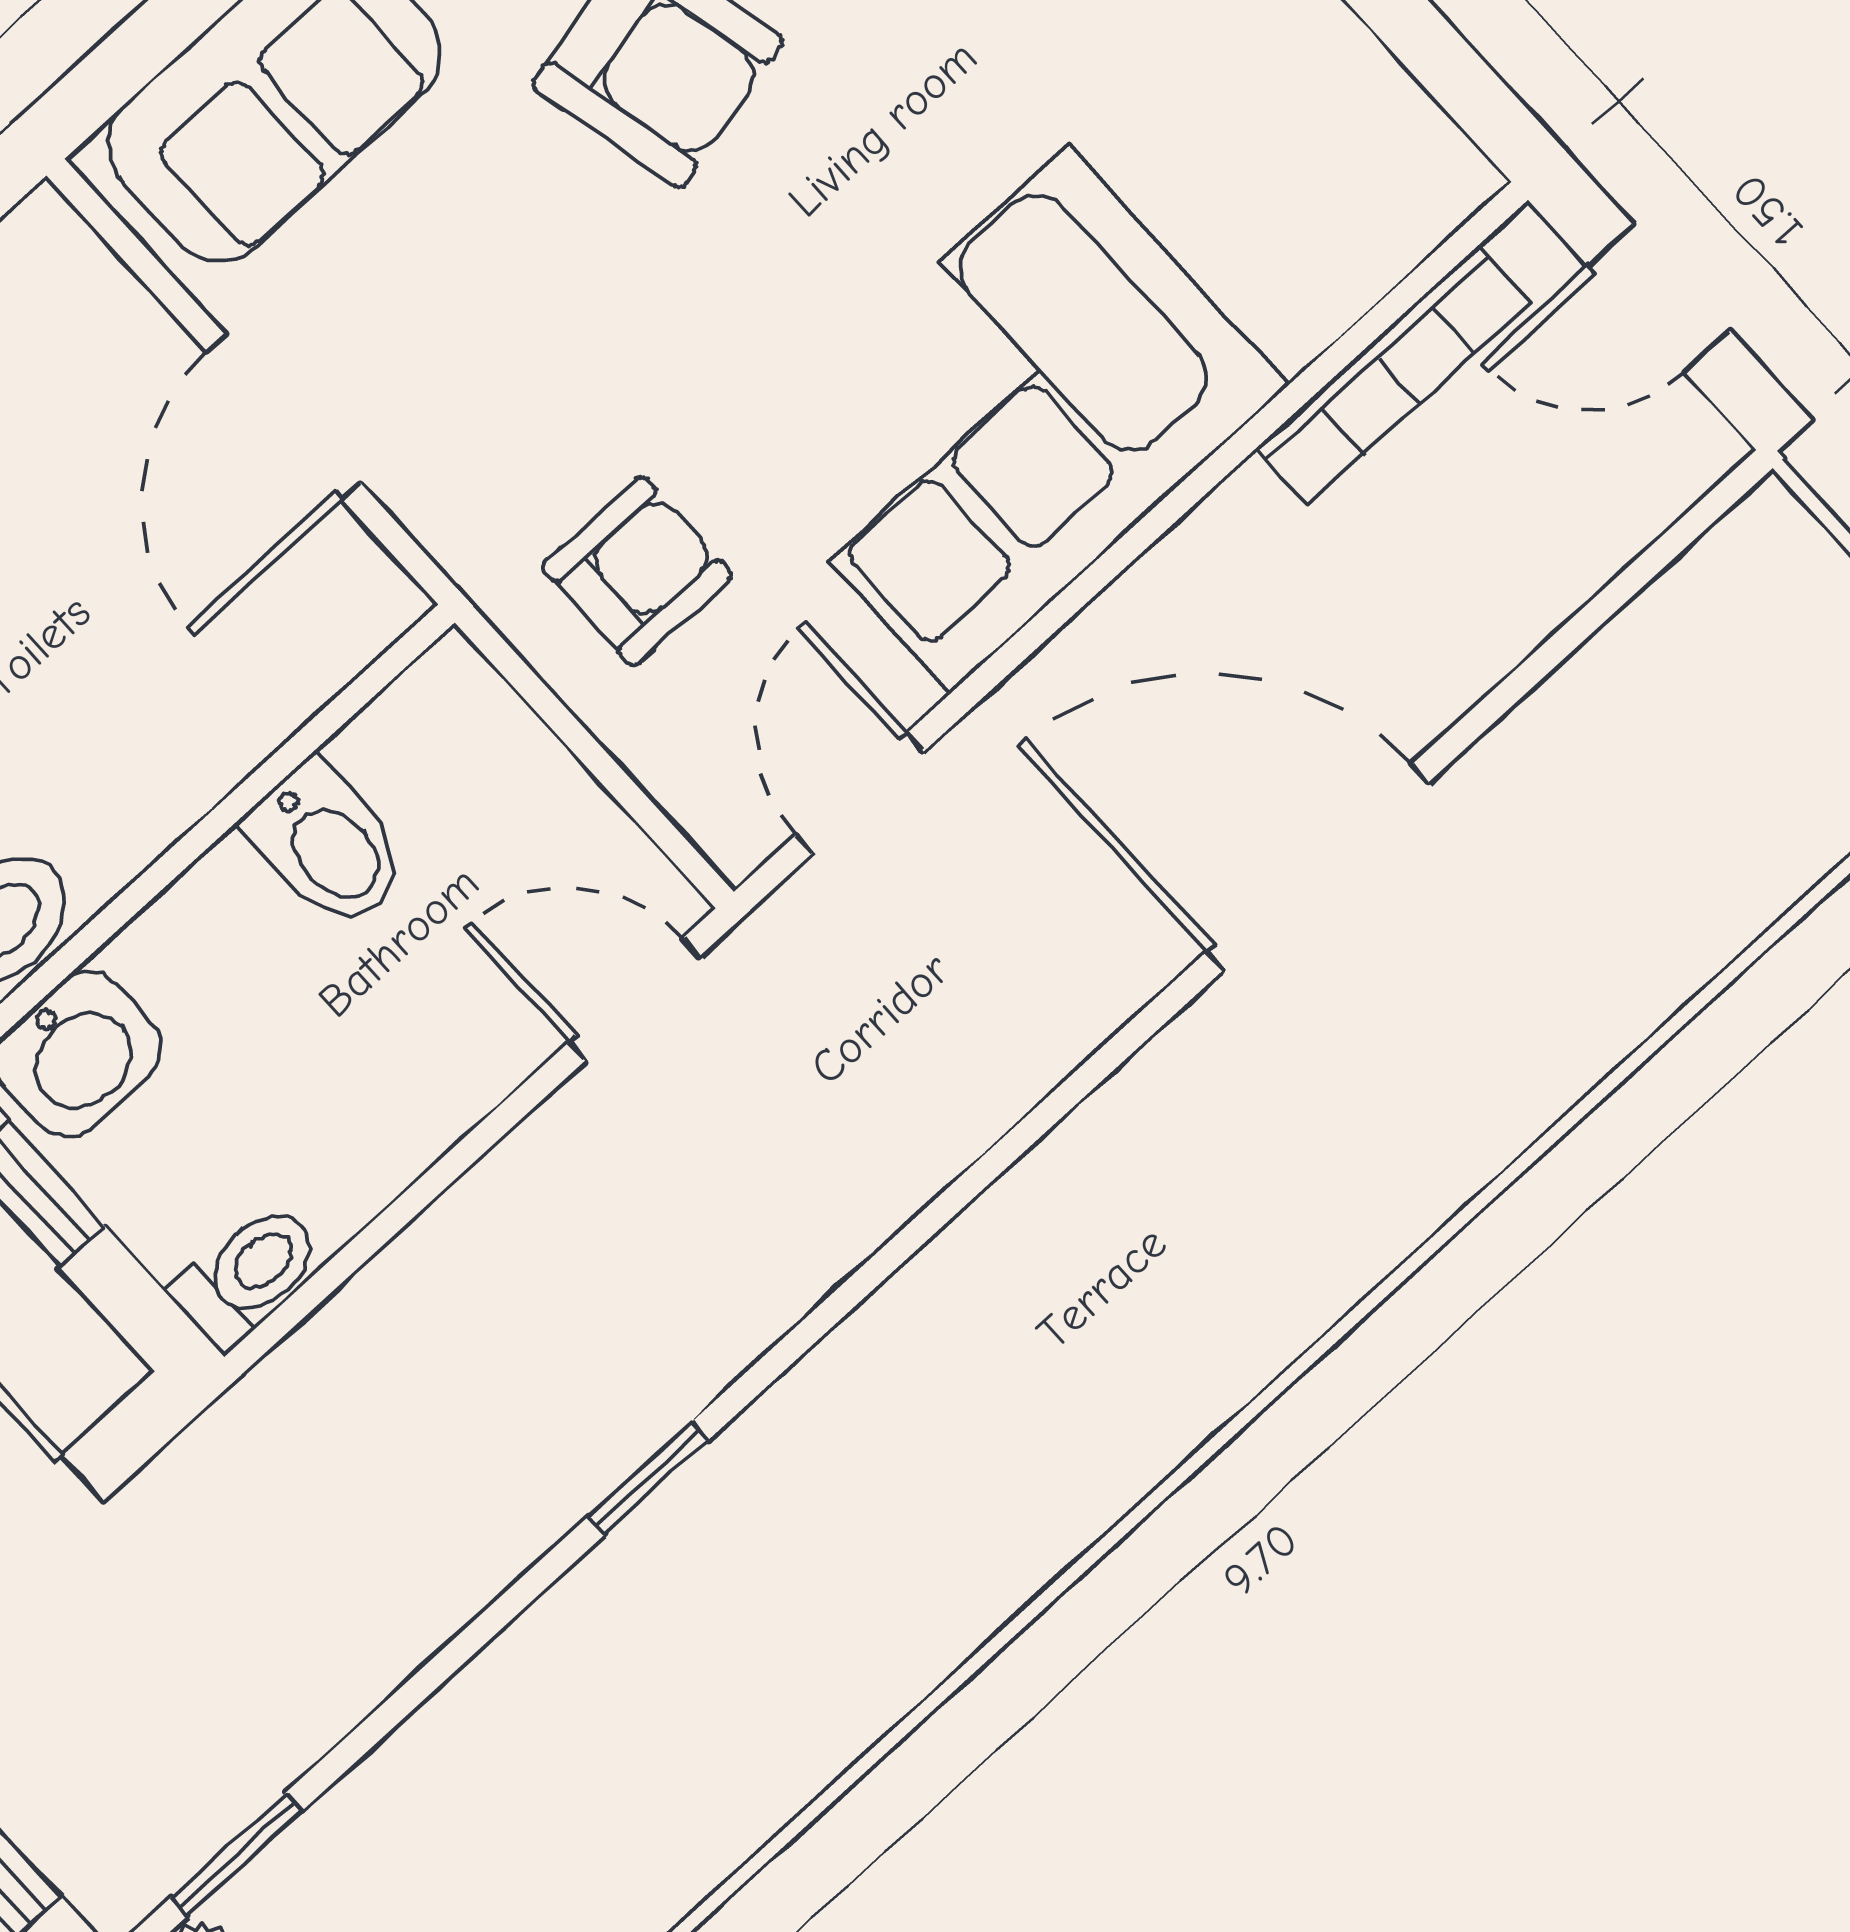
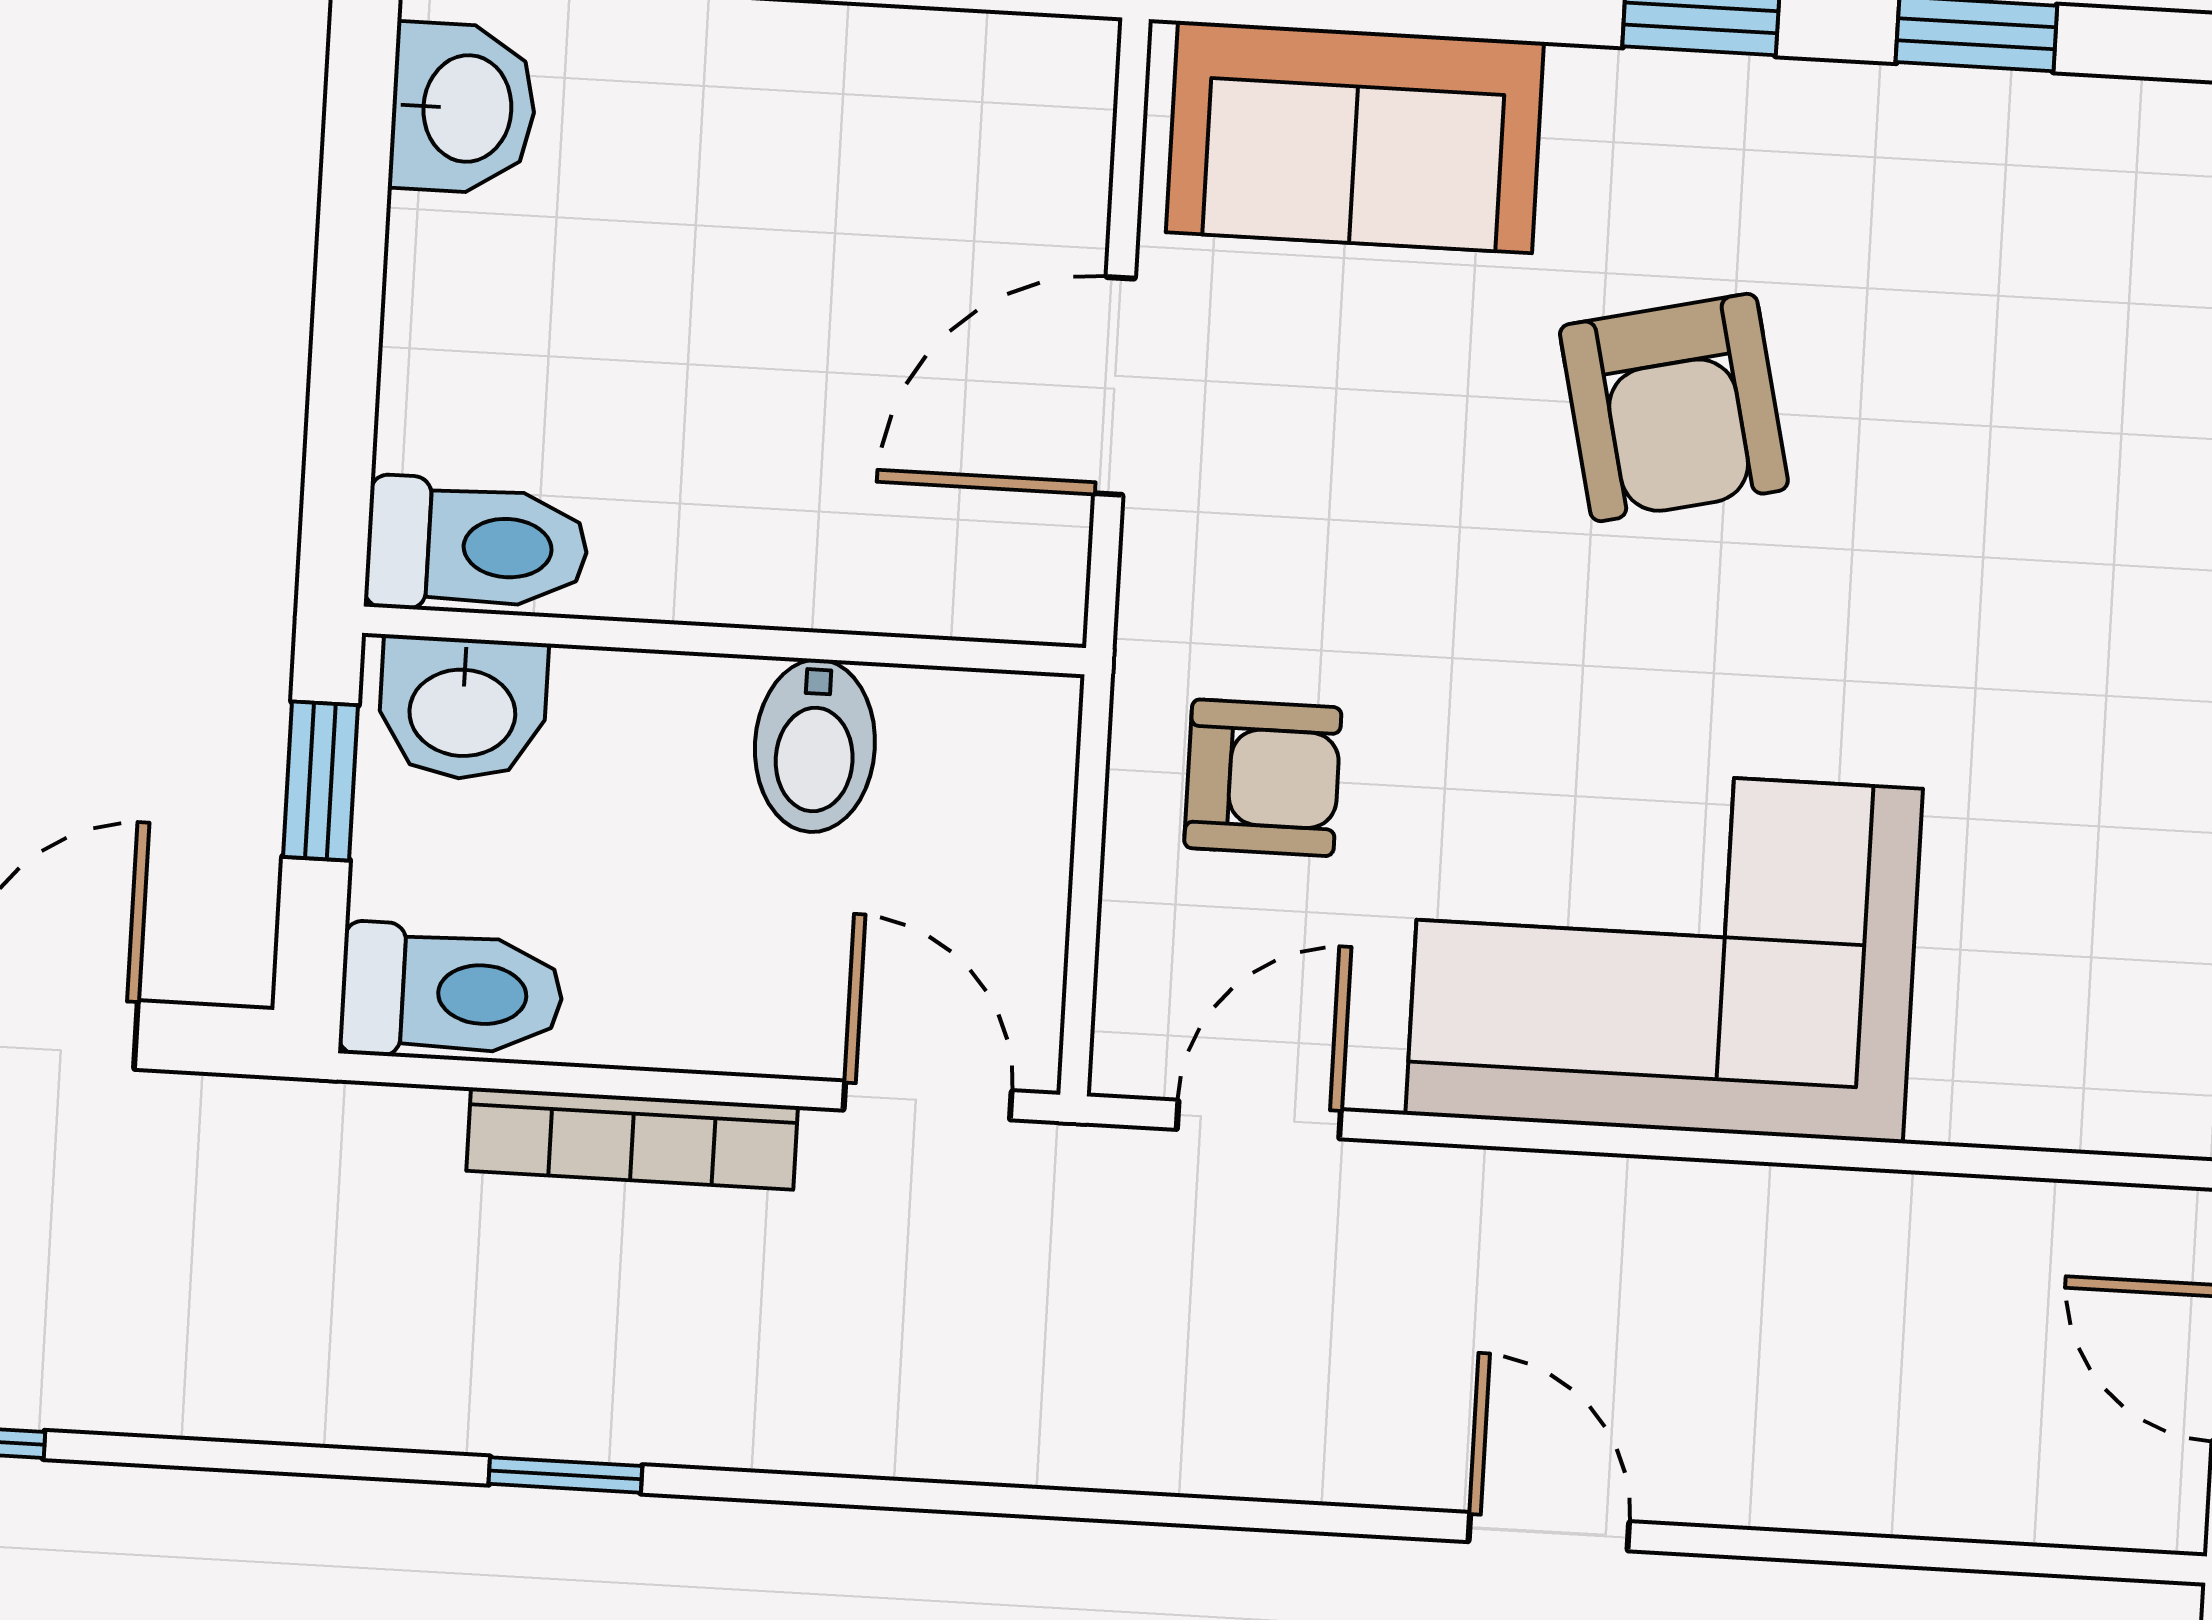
bookcase: (1393, 375) -> (632, 1139), moved
door: (1317, 867) -> (1549, 1532), width x0.53
toilet: (248, 1275) -> (451, 993), width x1.37, depth x1.39

